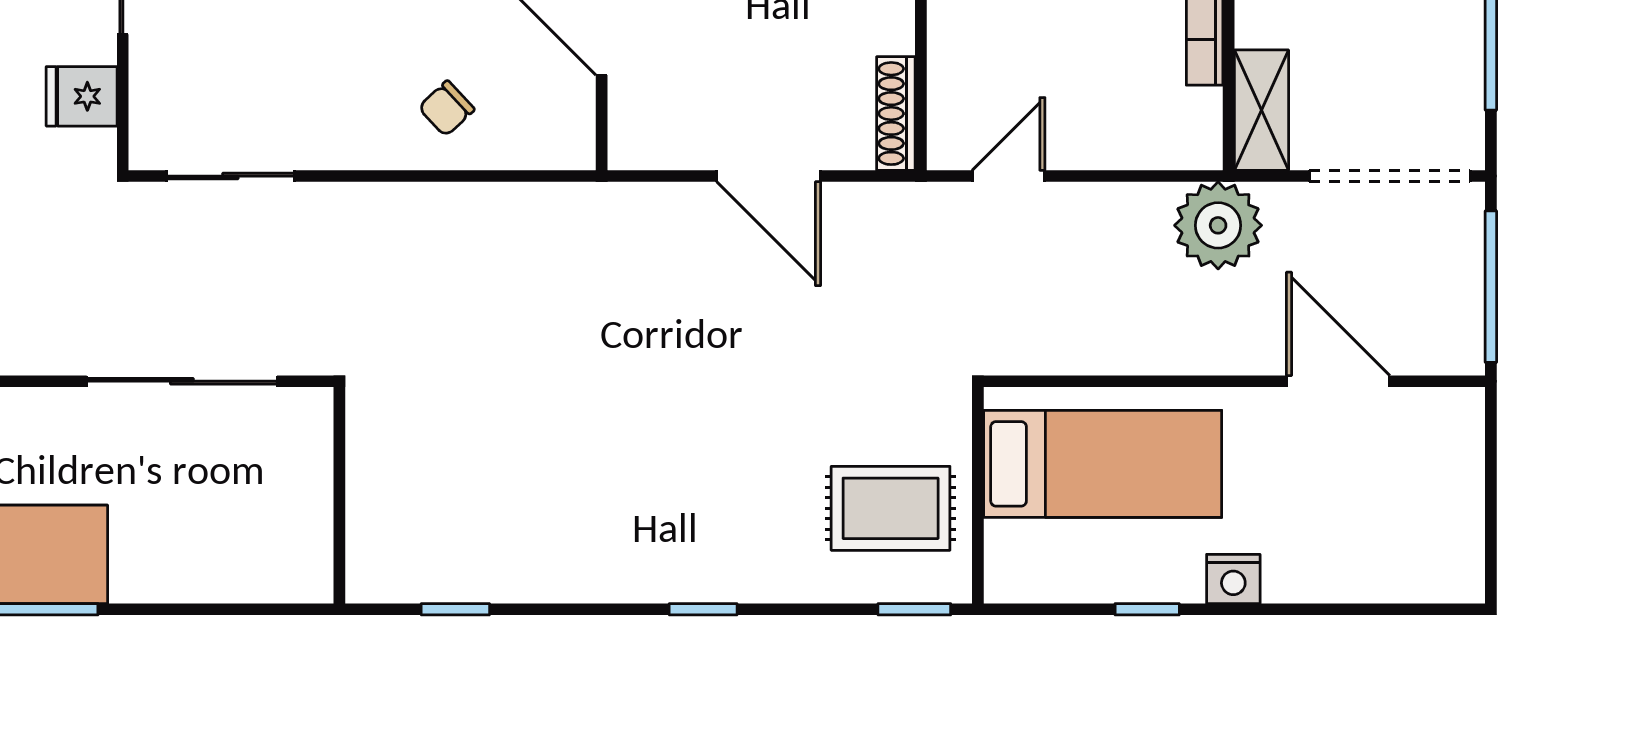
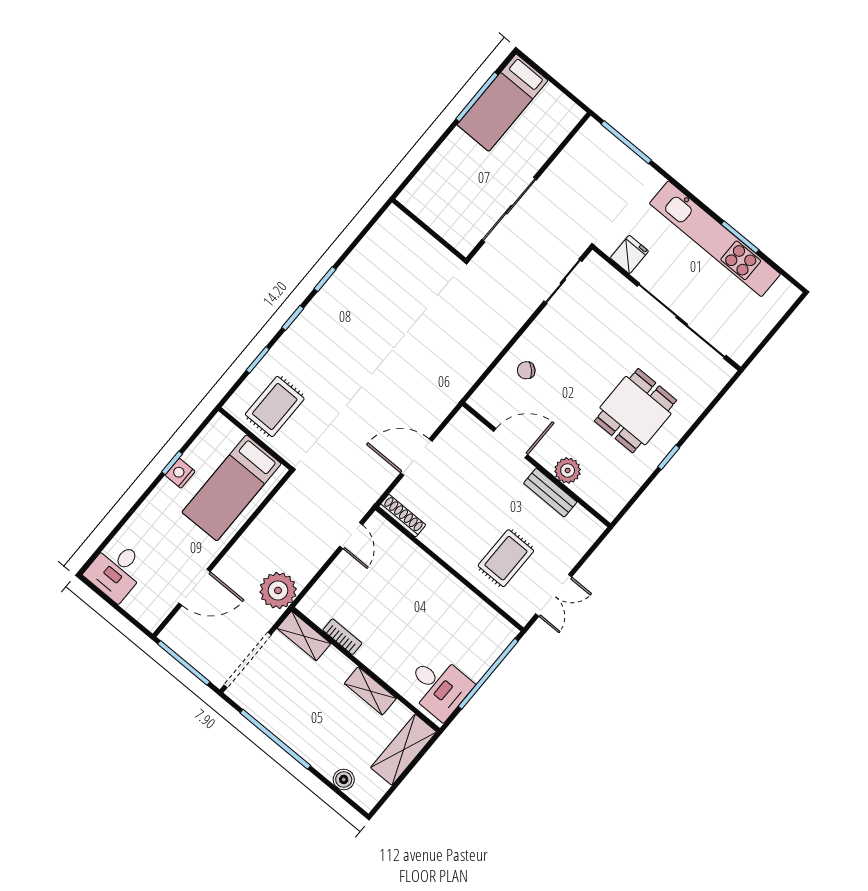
chair: (446, 108) -> (526, 370), turned -92
desk: (1425, 548) -> (116, 570), added
nightstand: (1233, 579) -> (180, 473), moved
window: (455, 609) -> (325, 279), moved
window: (914, 609) -> (258, 360), moved

